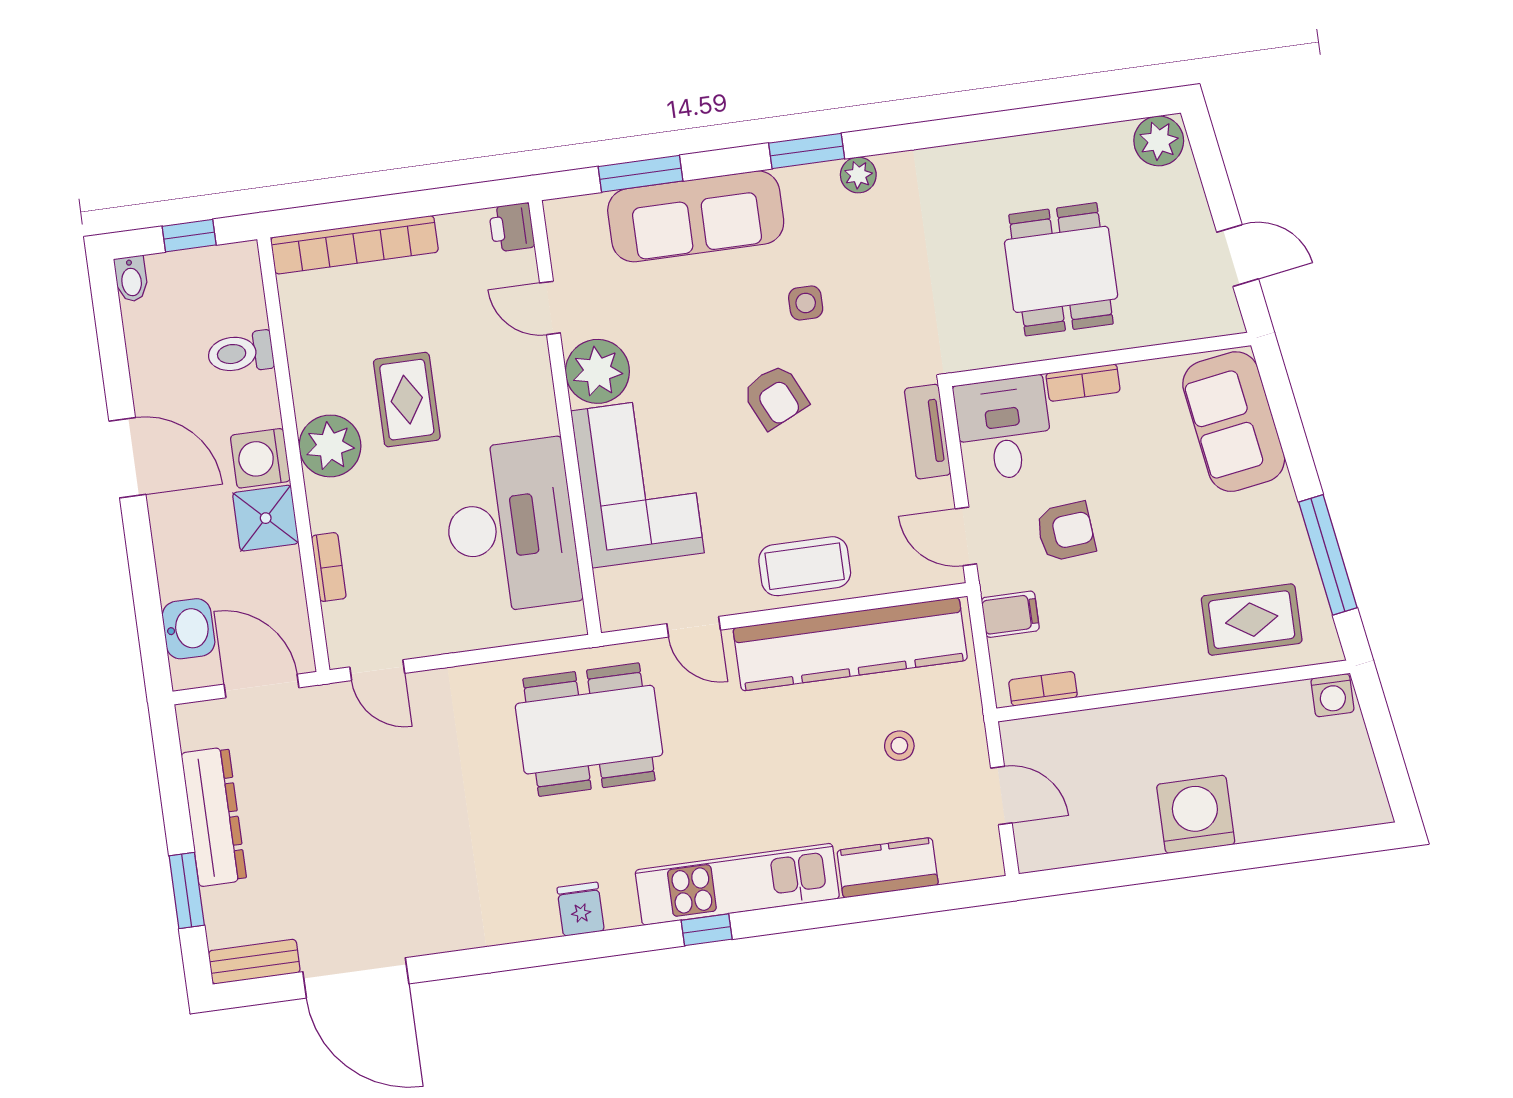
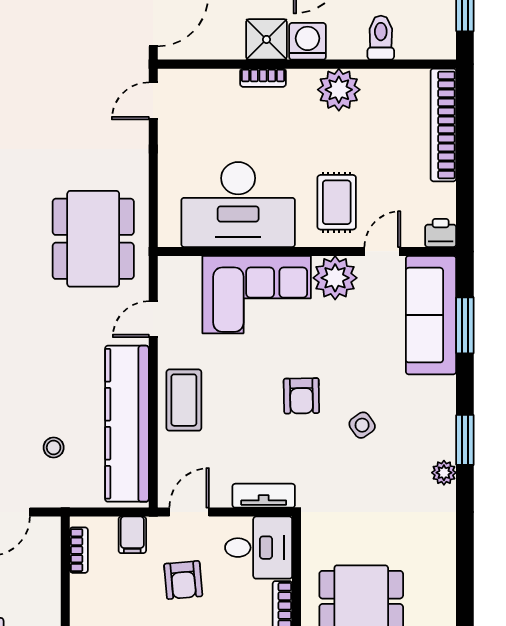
sofa: (696, 216) -> (431, 315), moved
side table: (806, 303) -> (362, 425), turned -35
armchair: (775, 397) -> (301, 396), turned -66
rug: (407, 400) -> (337, 202), moved, turned 90
plant: (330, 446) -> (339, 90), moved
bookcase: (329, 567) -> (263, 78), moved

